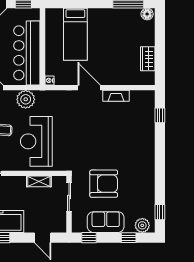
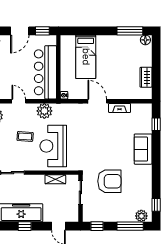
sofa: (106, 222) -> (143, 149), moved, turned -90
window: (129, 238) -> (130, 226), width x2.17

